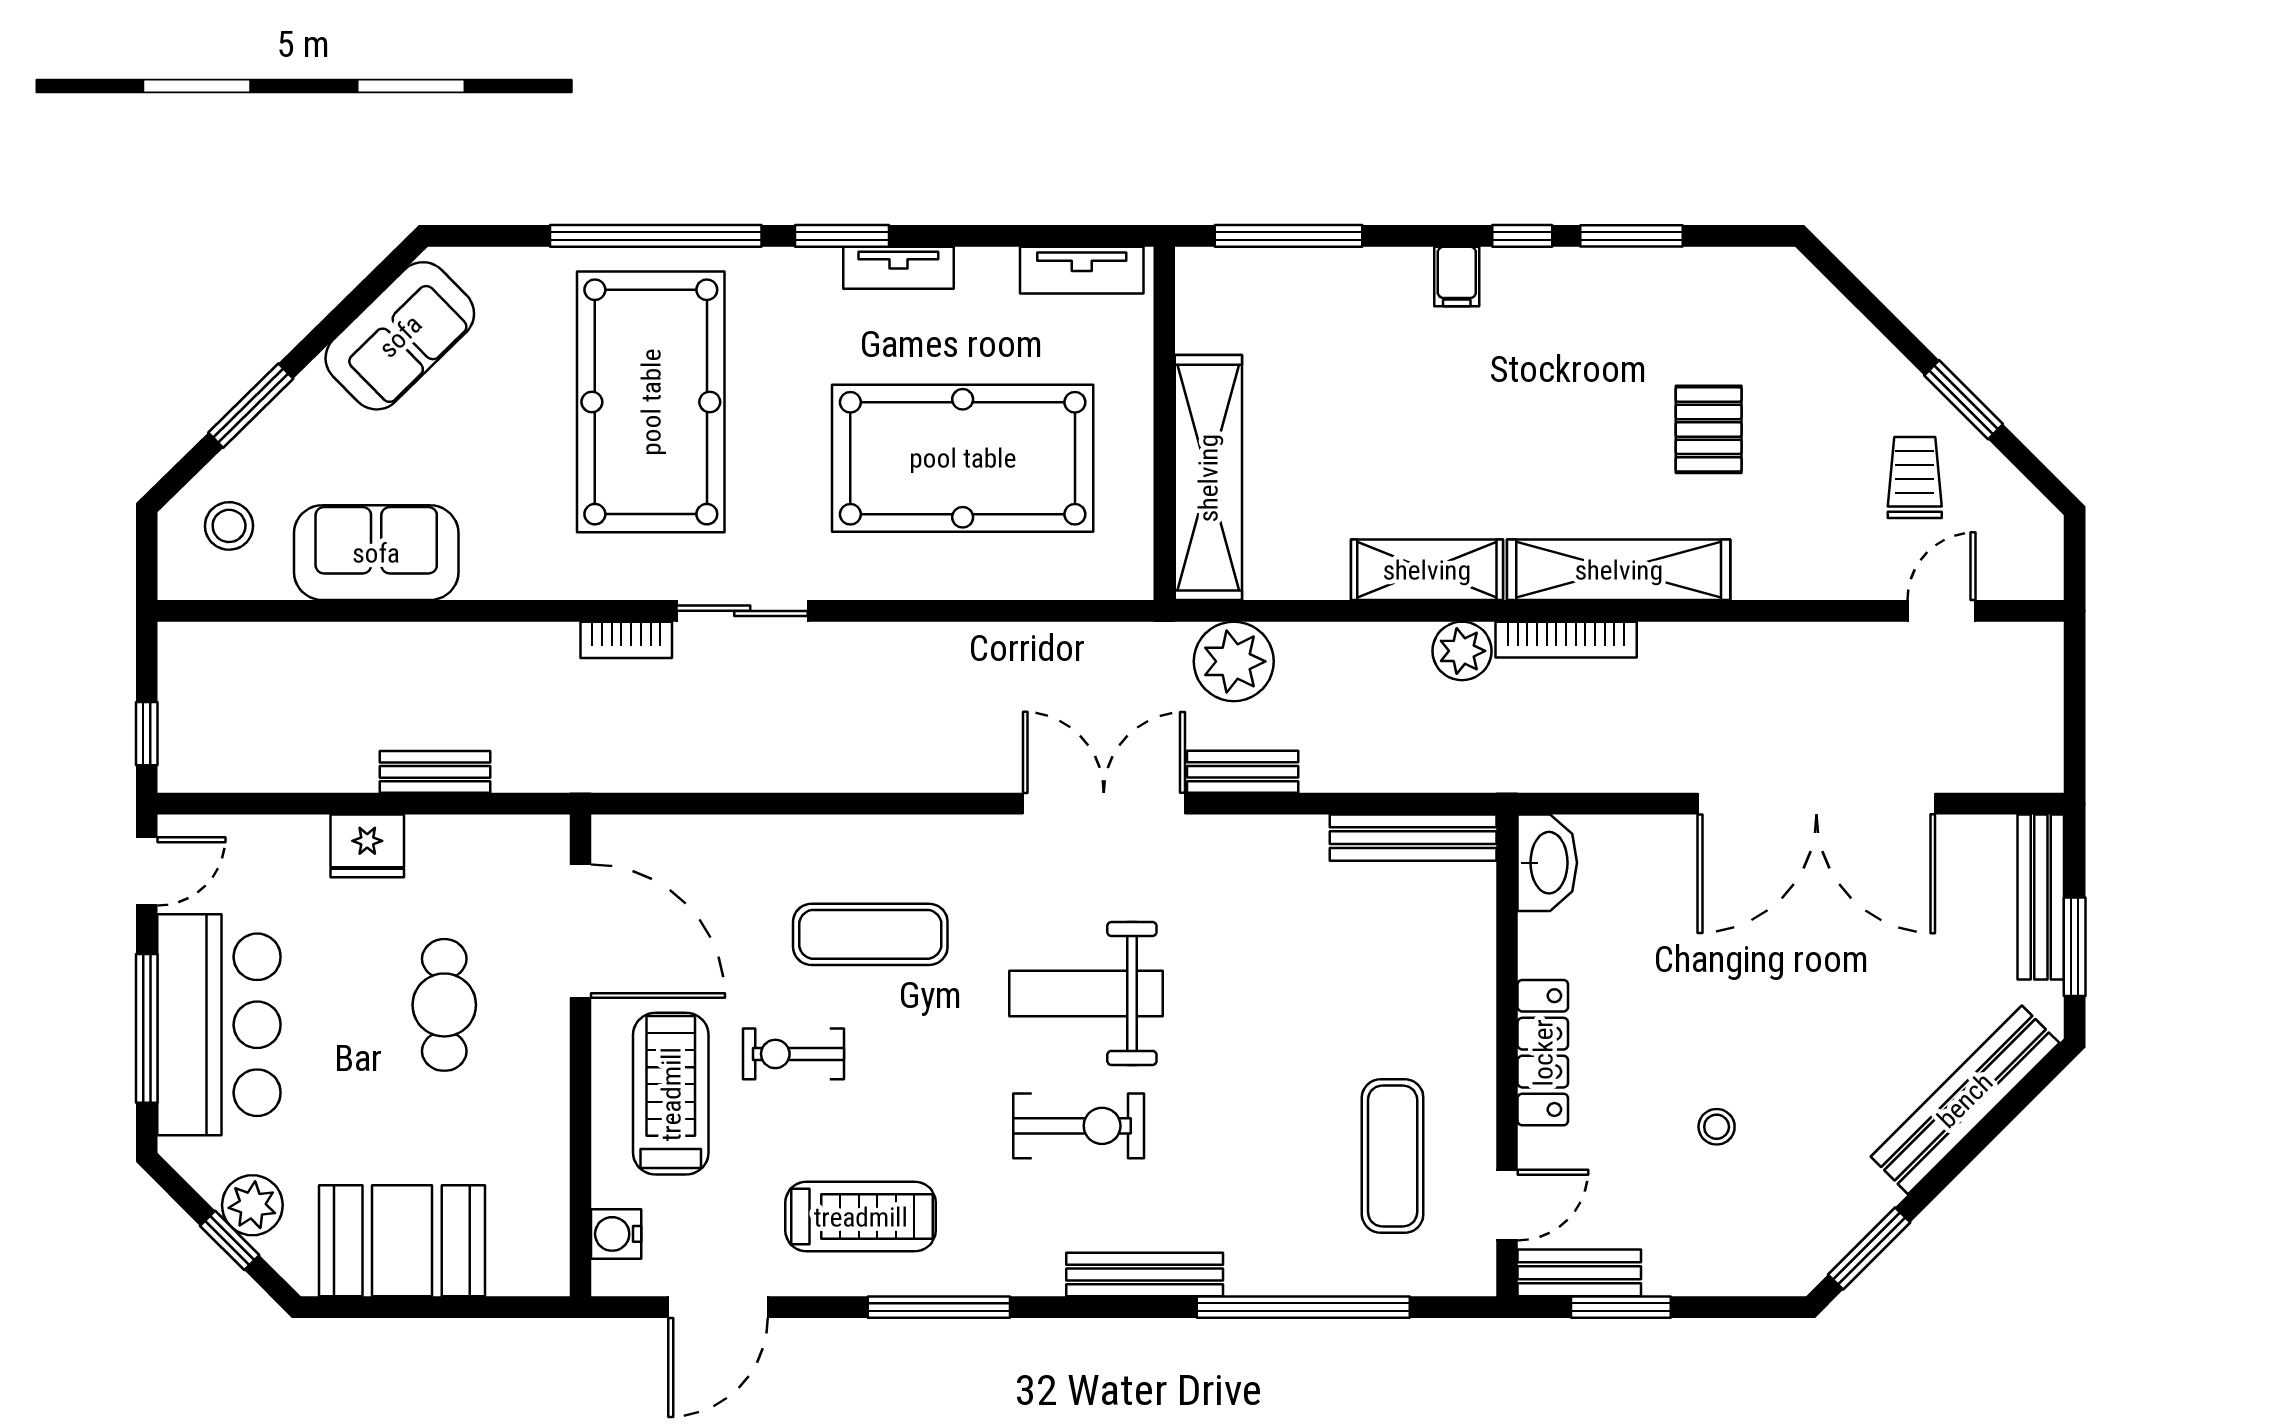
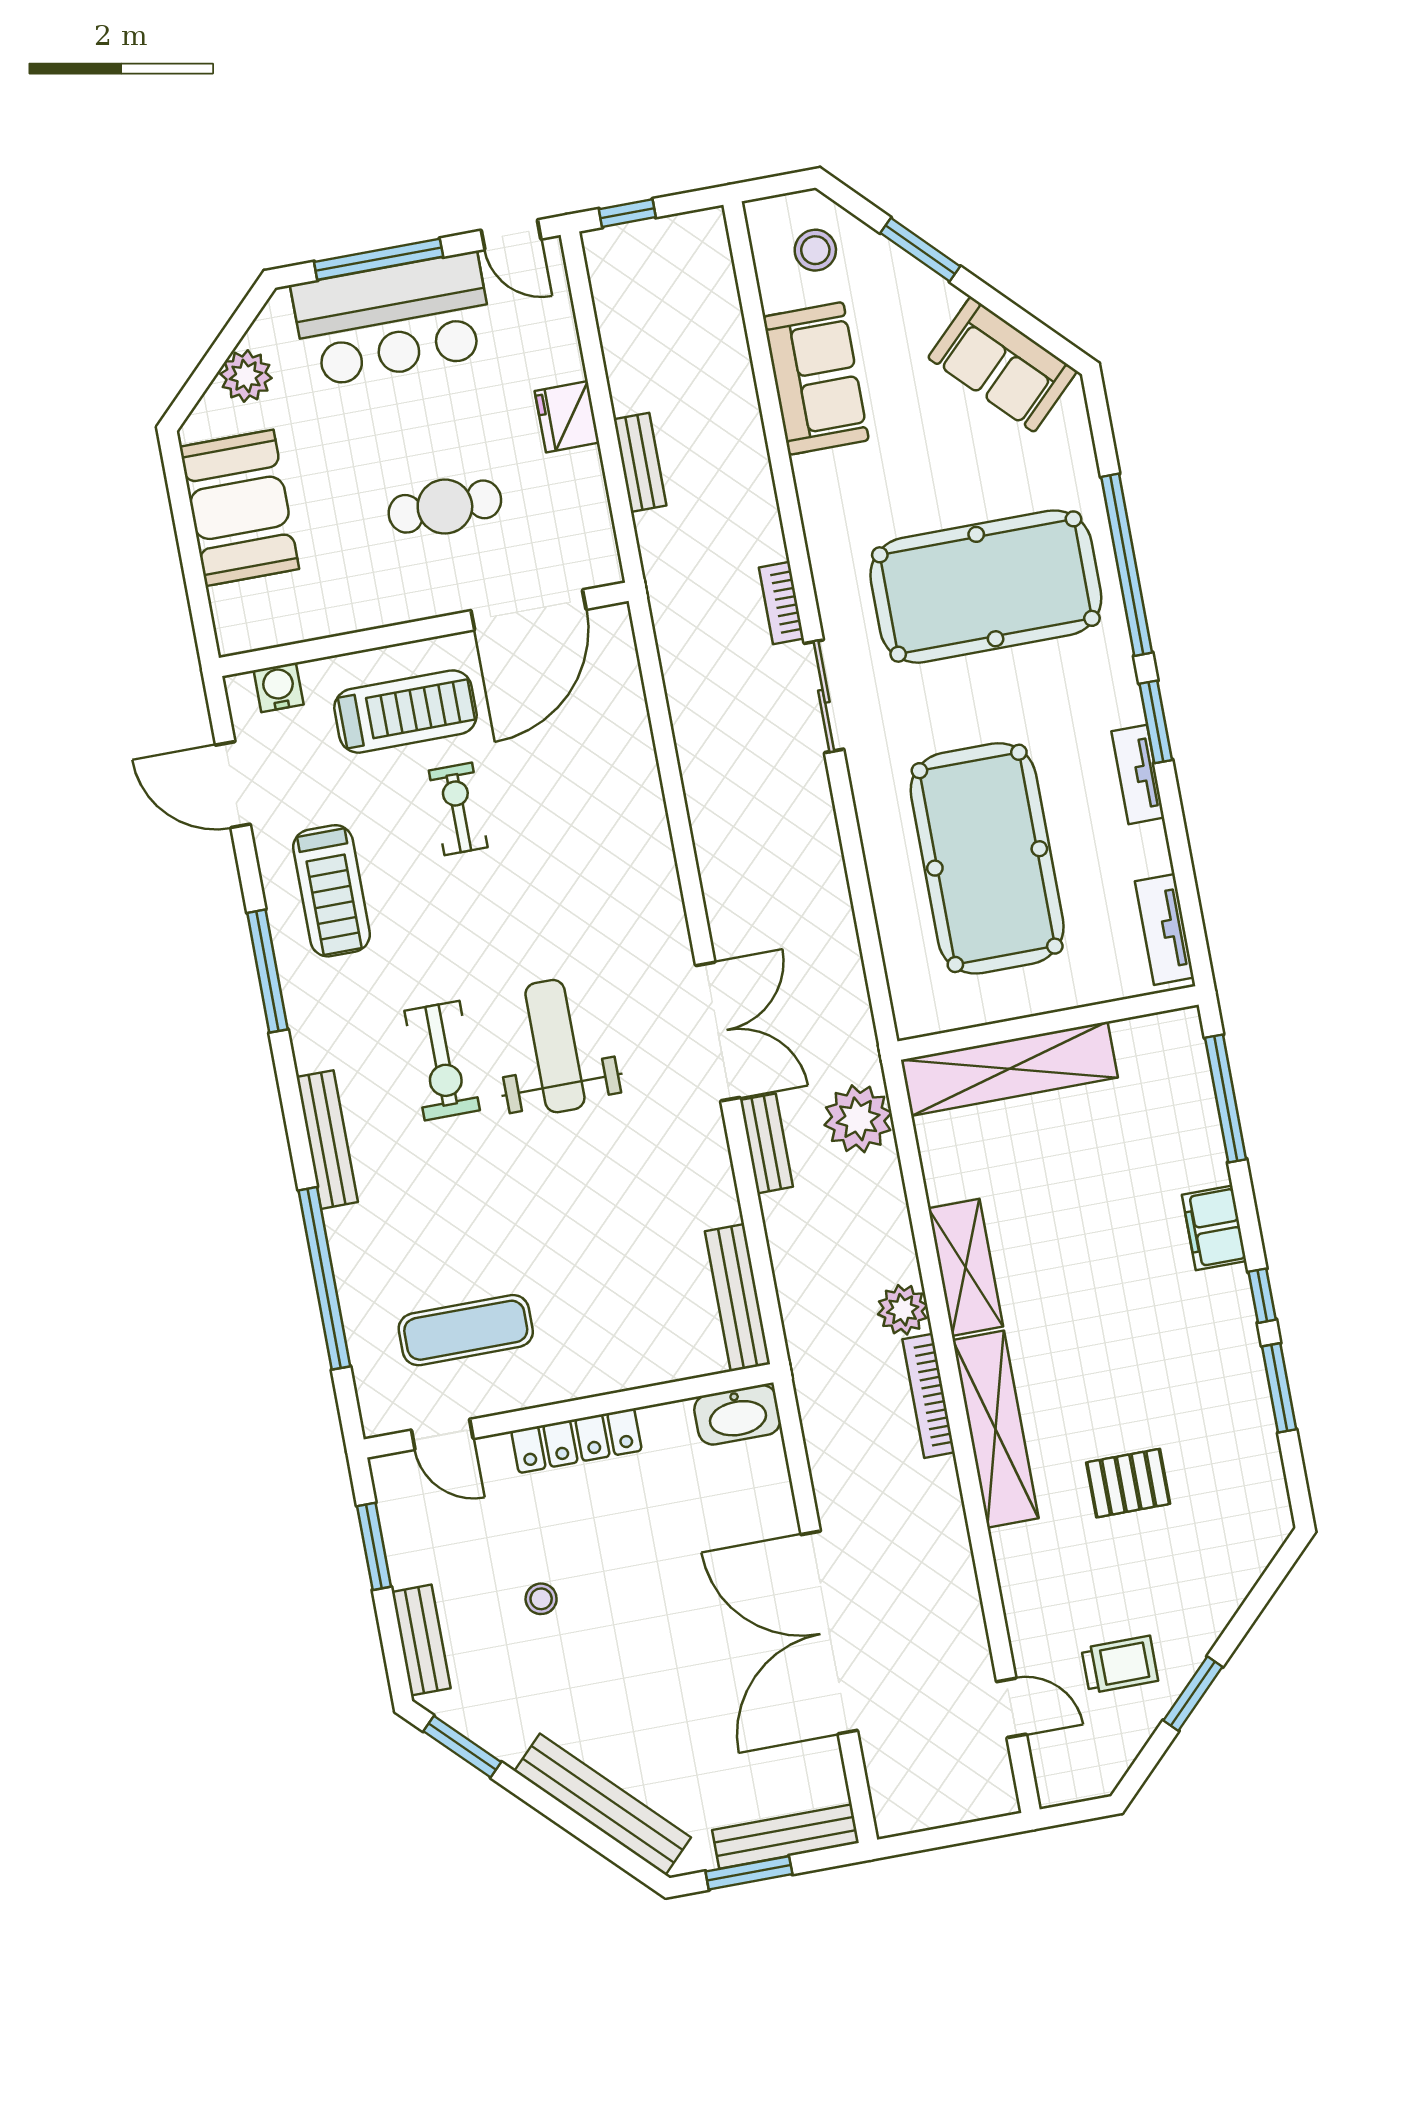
filing cabinet: (1457, 277) -> (1214, 1228), width x2.00
exercise mat: (870, 934) -> (571, 855), removed
window: (230, 1240) -> (213, 362), removed
bench: (1579, 1273) -> (421, 1640), moved

